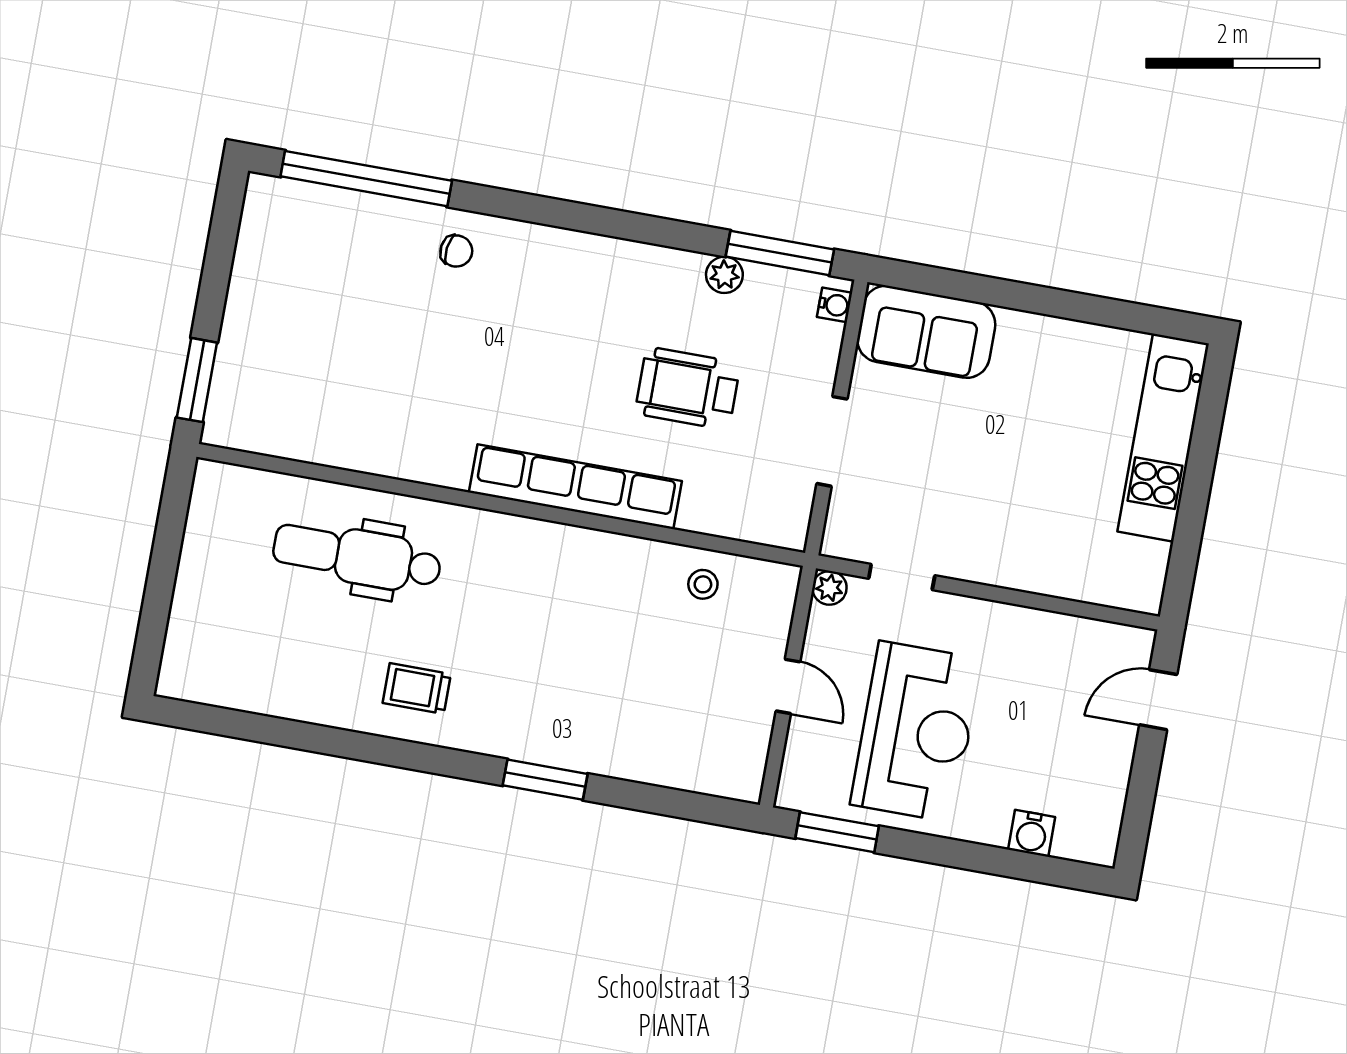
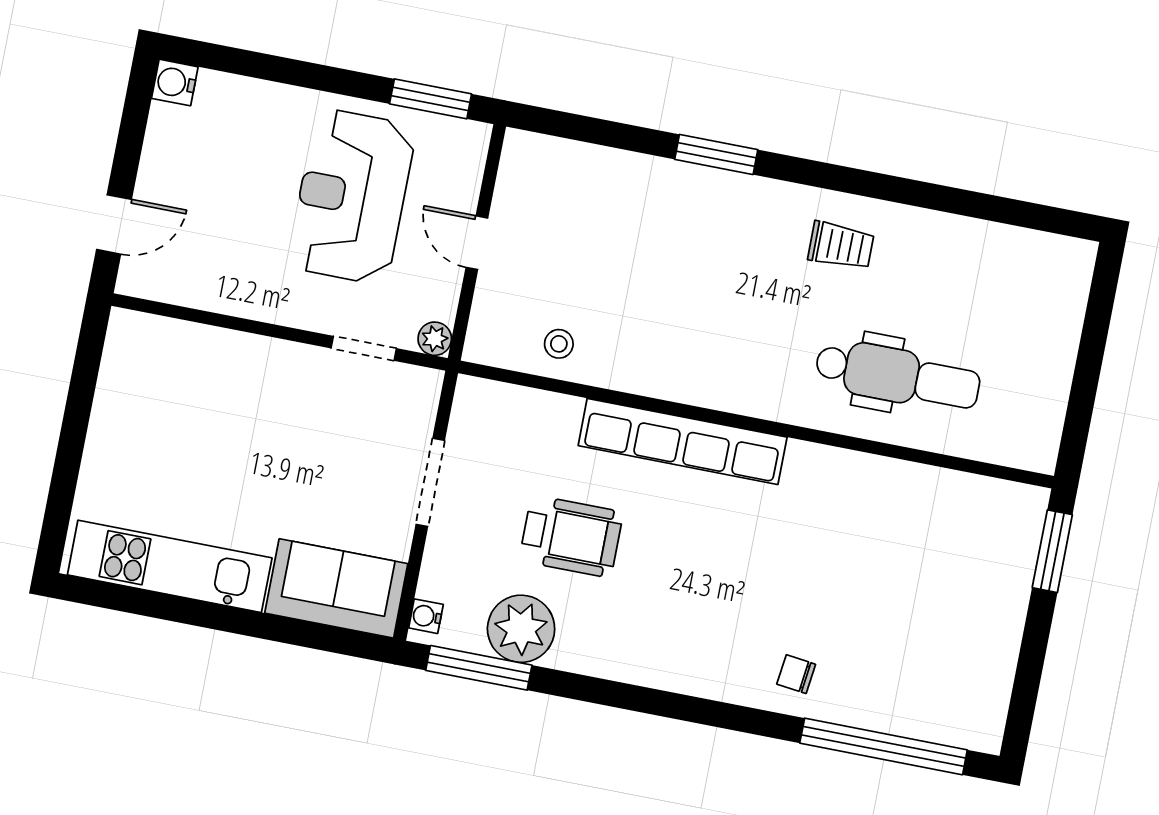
plant: (724, 275) -> (521, 629), width x1.88, depth x1.88
kitchen unit: (1163, 438) -> (170, 566), moved, turned -90
water cooler: (1032, 833) -> (175, 83), moved, turned -90

